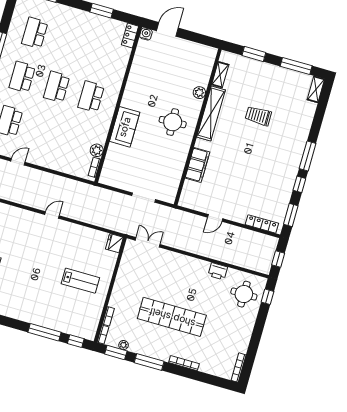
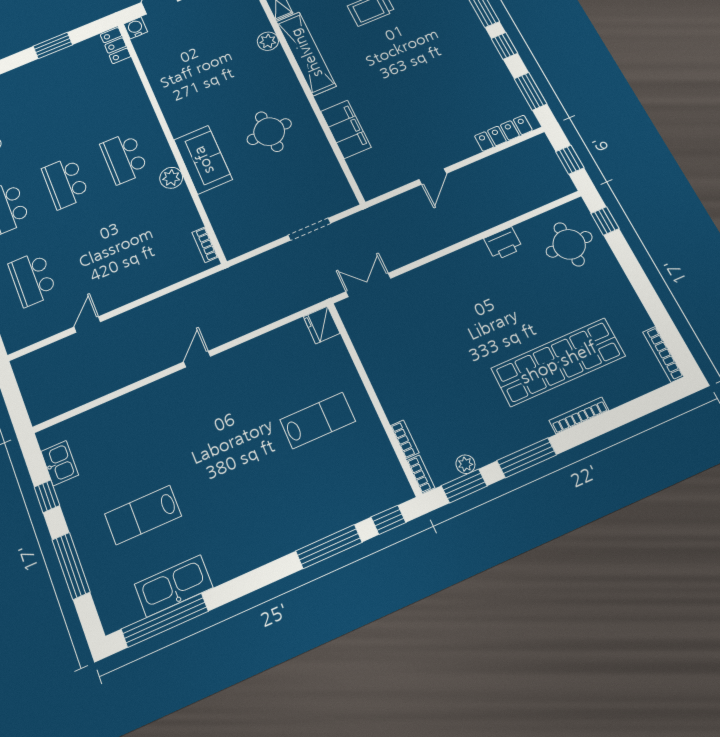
round table: (173, 122) -> (269, 132), moved
plant: (97, 150) -> (171, 178), moved
shop shelf: (172, 317) -> (558, 362), moved

